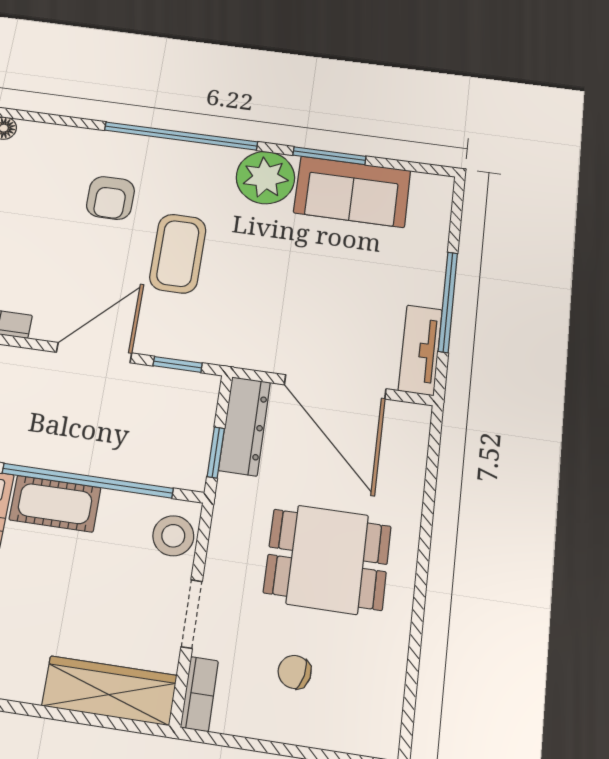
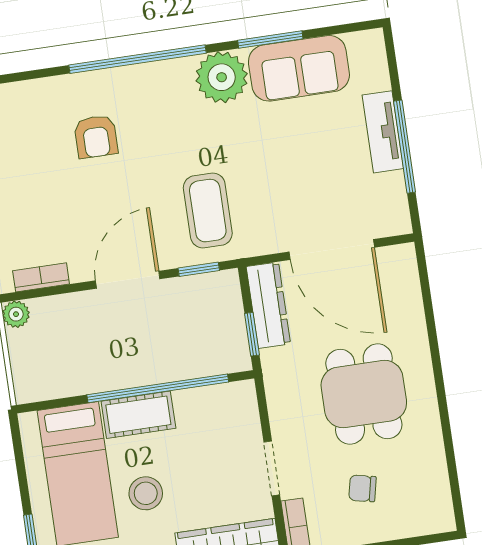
coffee table: (178, 253) -> (208, 211), moved
tv unit: (420, 350) -> (383, 132), moved
stool: (173, 536) -> (146, 493), moved
dining table: (327, 559) -> (364, 394), turned 90

